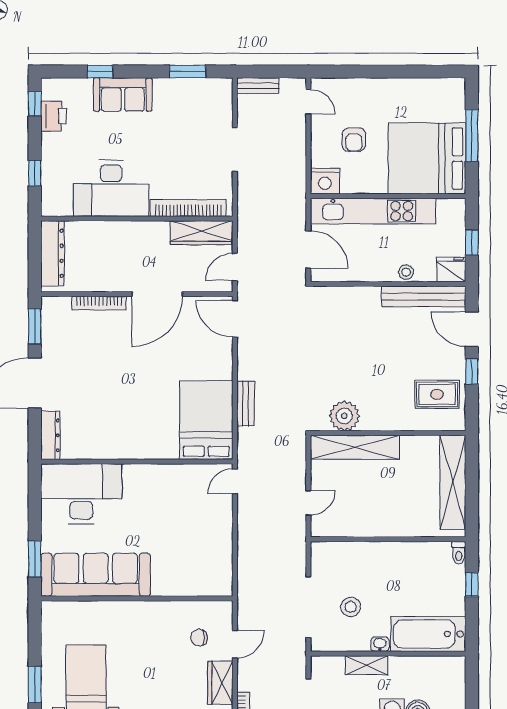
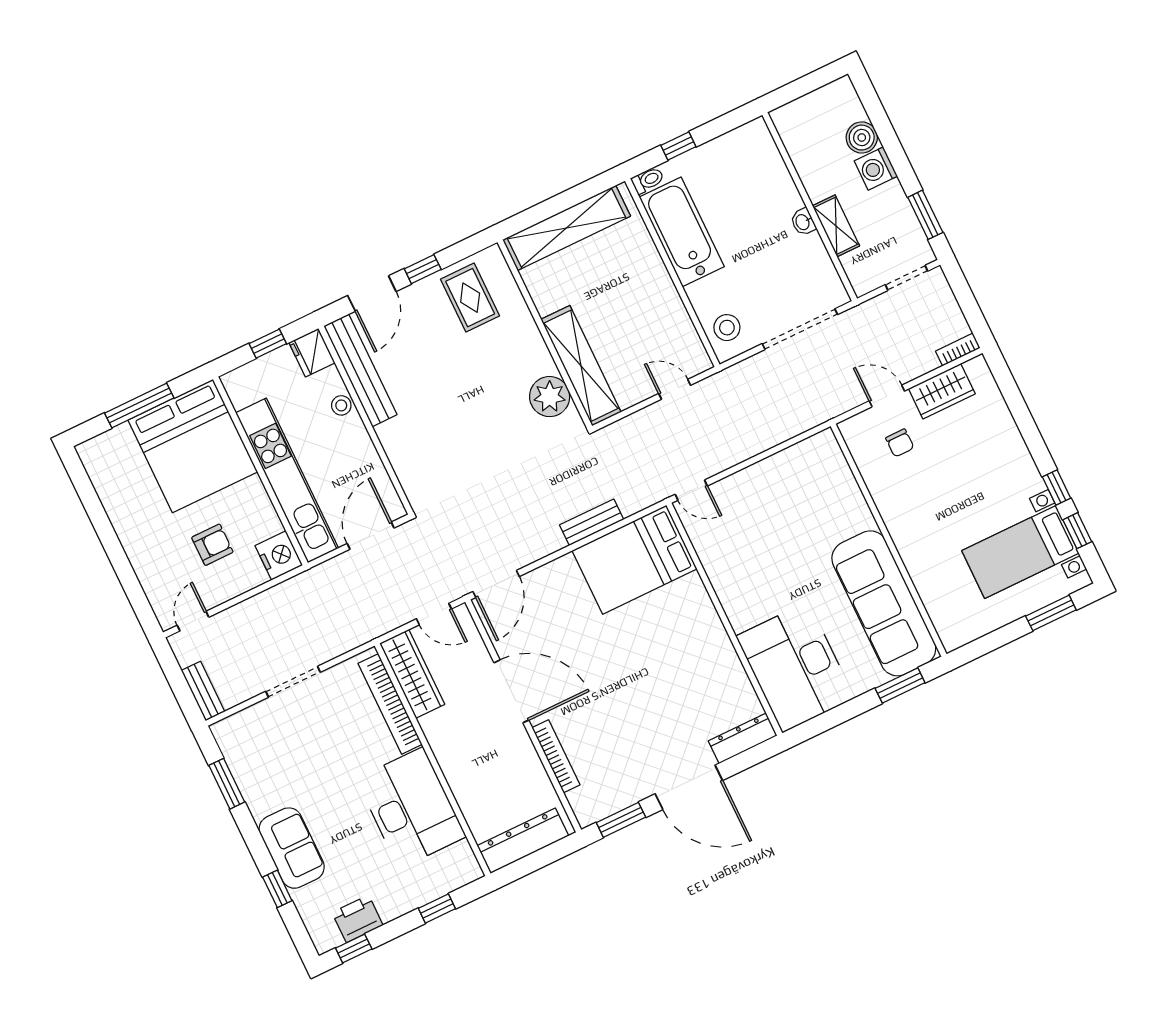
stool: (351, 607) -> (727, 328), moved
bathtub: (428, 634) -> (682, 232), moved, turned 180

